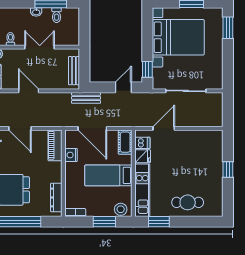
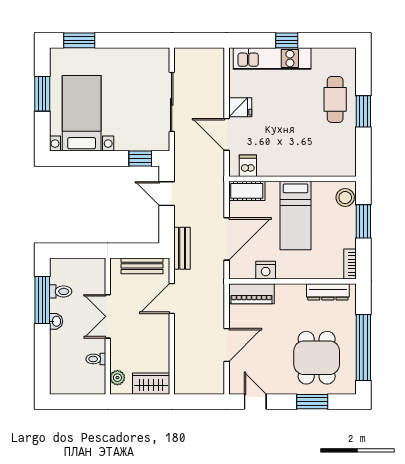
bed with nightstands: (178, 37) -> (82, 113), width x0.73
door: (29, 91) -> (172, 298), moved
fridge: (143, 156) -> (240, 107), moved, turned 90
kitchen unit: (142, 190) -> (272, 59), moved, turned 180
window: (159, 222) -> (363, 111), moved

